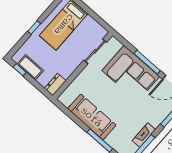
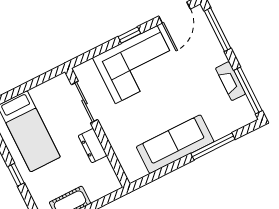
window: (147, 62) -> (129, 35), width x0.46
dresser: (55, 85) -> (93, 146), moved

